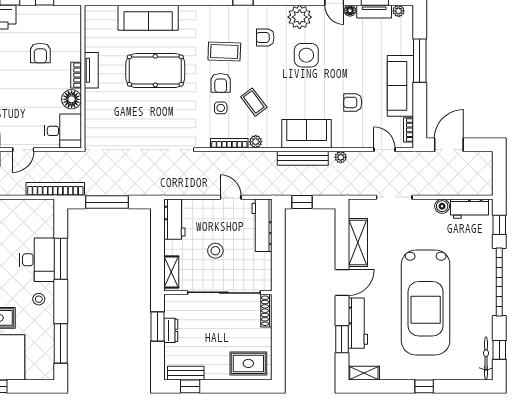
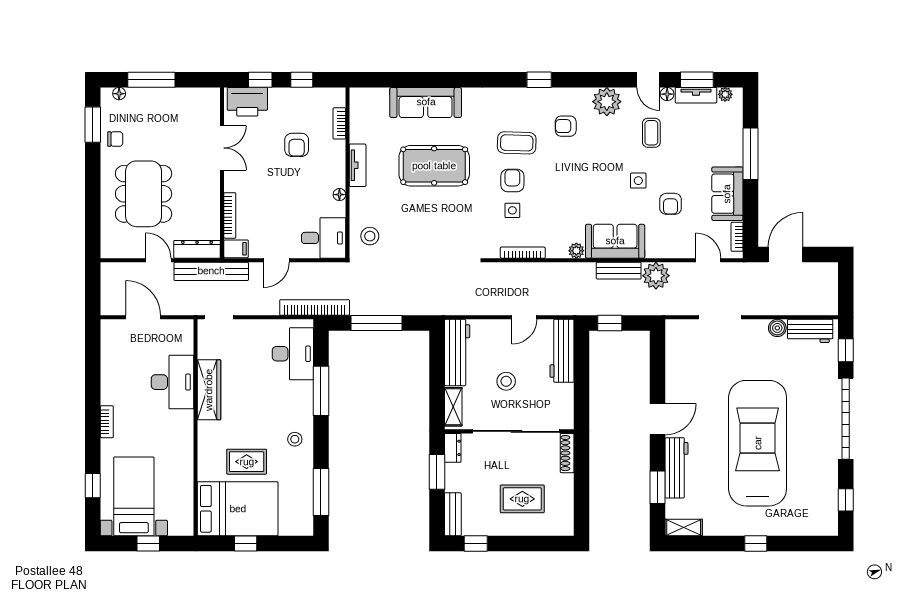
side table: (306, 55) -> (638, 181), moved, width x0.54, depth x0.54
bookcase: (76, 75) -> (339, 123), moved
armchair: (221, 83) -> (512, 181), turned 180
sofa: (400, 86) -> (727, 194), width x0.73
floor lamp: (72, 99) -> (339, 195), width x0.53, depth x0.53
coffee table: (254, 102) -> (651, 133), moved, turned 37
armchair: (353, 102) -> (671, 204), turned -90
stool: (102, 129) -> (370, 236), added
plant: (256, 142) -> (576, 251), moved
plant: (341, 157) -> (656, 276), width x1.88, depth x1.88
bench: (303, 158) -> (619, 271), width x0.73
door: (231, 197) -> (524, 317), swing flipped
workbench: (174, 219) -> (457, 353), width x1.37
shelving: (358, 243) -> (677, 371), removed
desk: (37, 260) -> (293, 354), moved
car: (426, 302) -> (758, 443), turned 180
dresser: (171, 330) -> (453, 448), moved
bicycle: (486, 358) -> (830, 510), removed
rug: (248, 363) -> (522, 499), moved
bench: (186, 373) -> (453, 514), moved, turned 90

